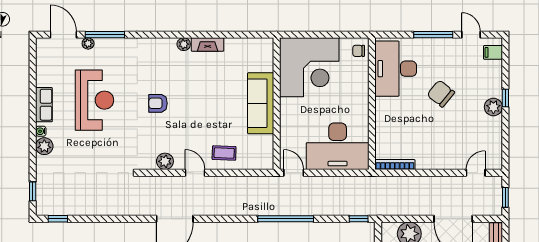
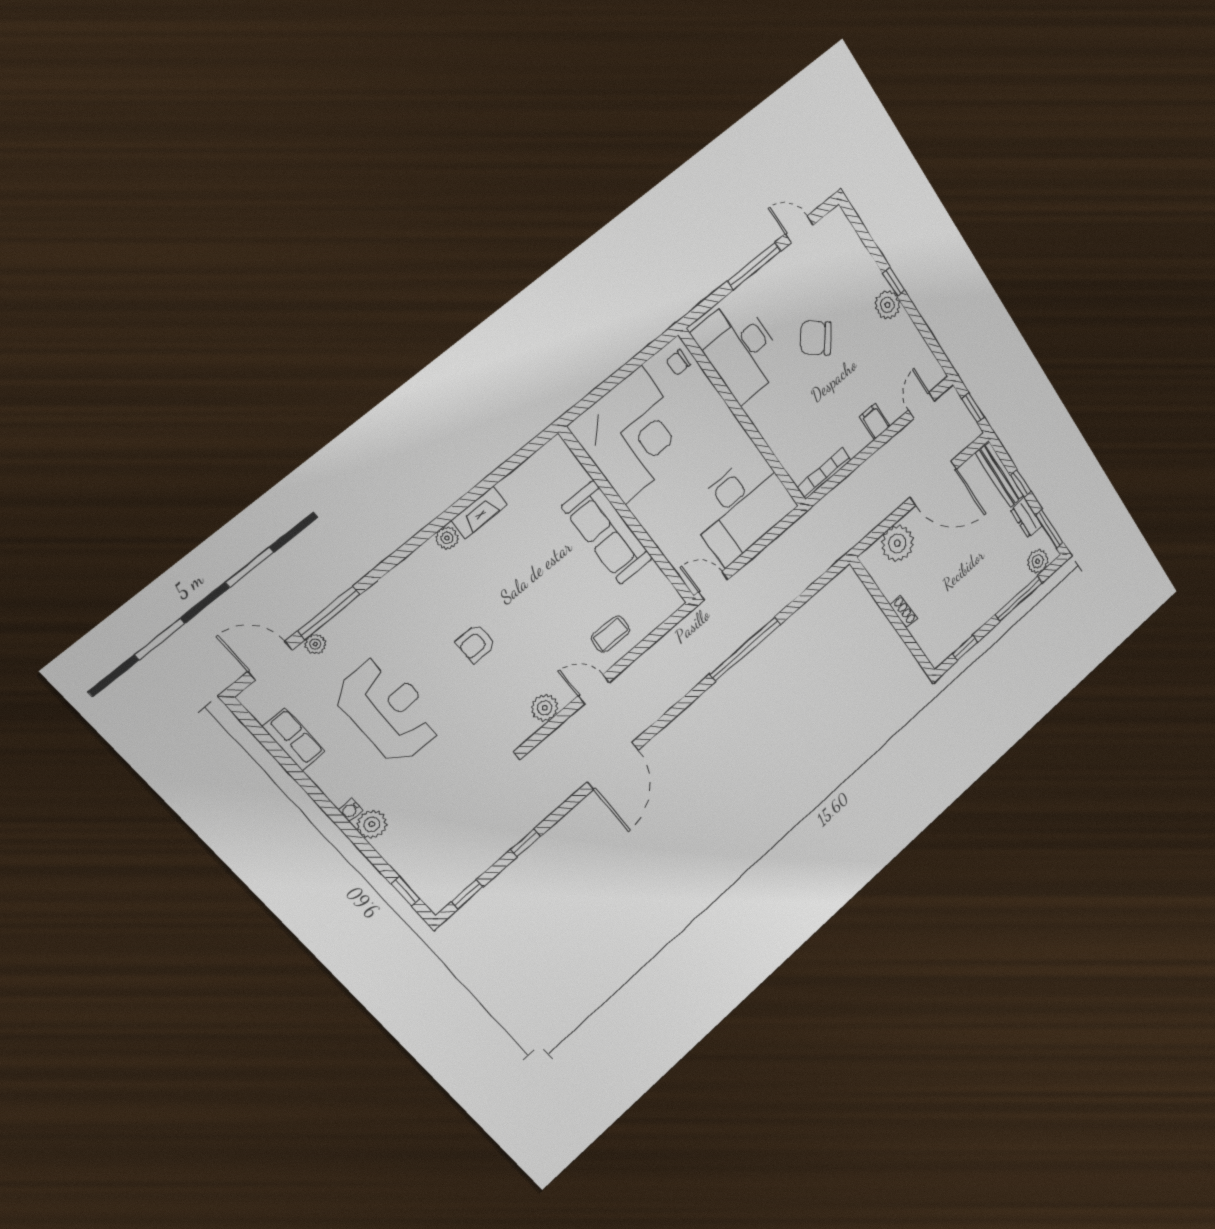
filing cabinet: (493, 52) -> (875, 422), moved, turned 90
row of seats: (44, 105) -> (293, 739), moved
window: (359, 219) -> (525, 843), moved

